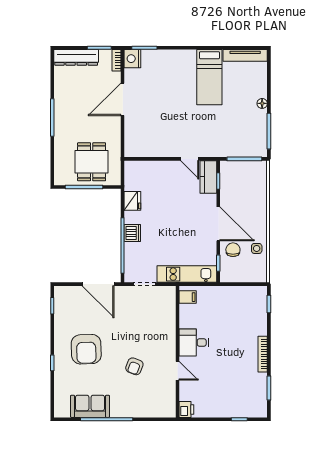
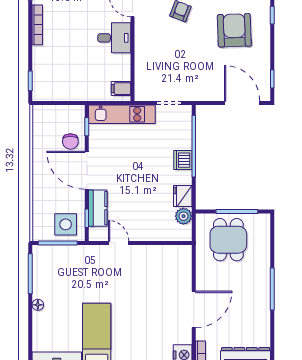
kitchen counter: (208, 177) -> (98, 208), moved
plant: (132, 183) -> (183, 216), added
side table: (257, 248) -> (66, 224), moved, width x1.87, depth x1.87
door: (98, 284) -> (242, 103), moved

